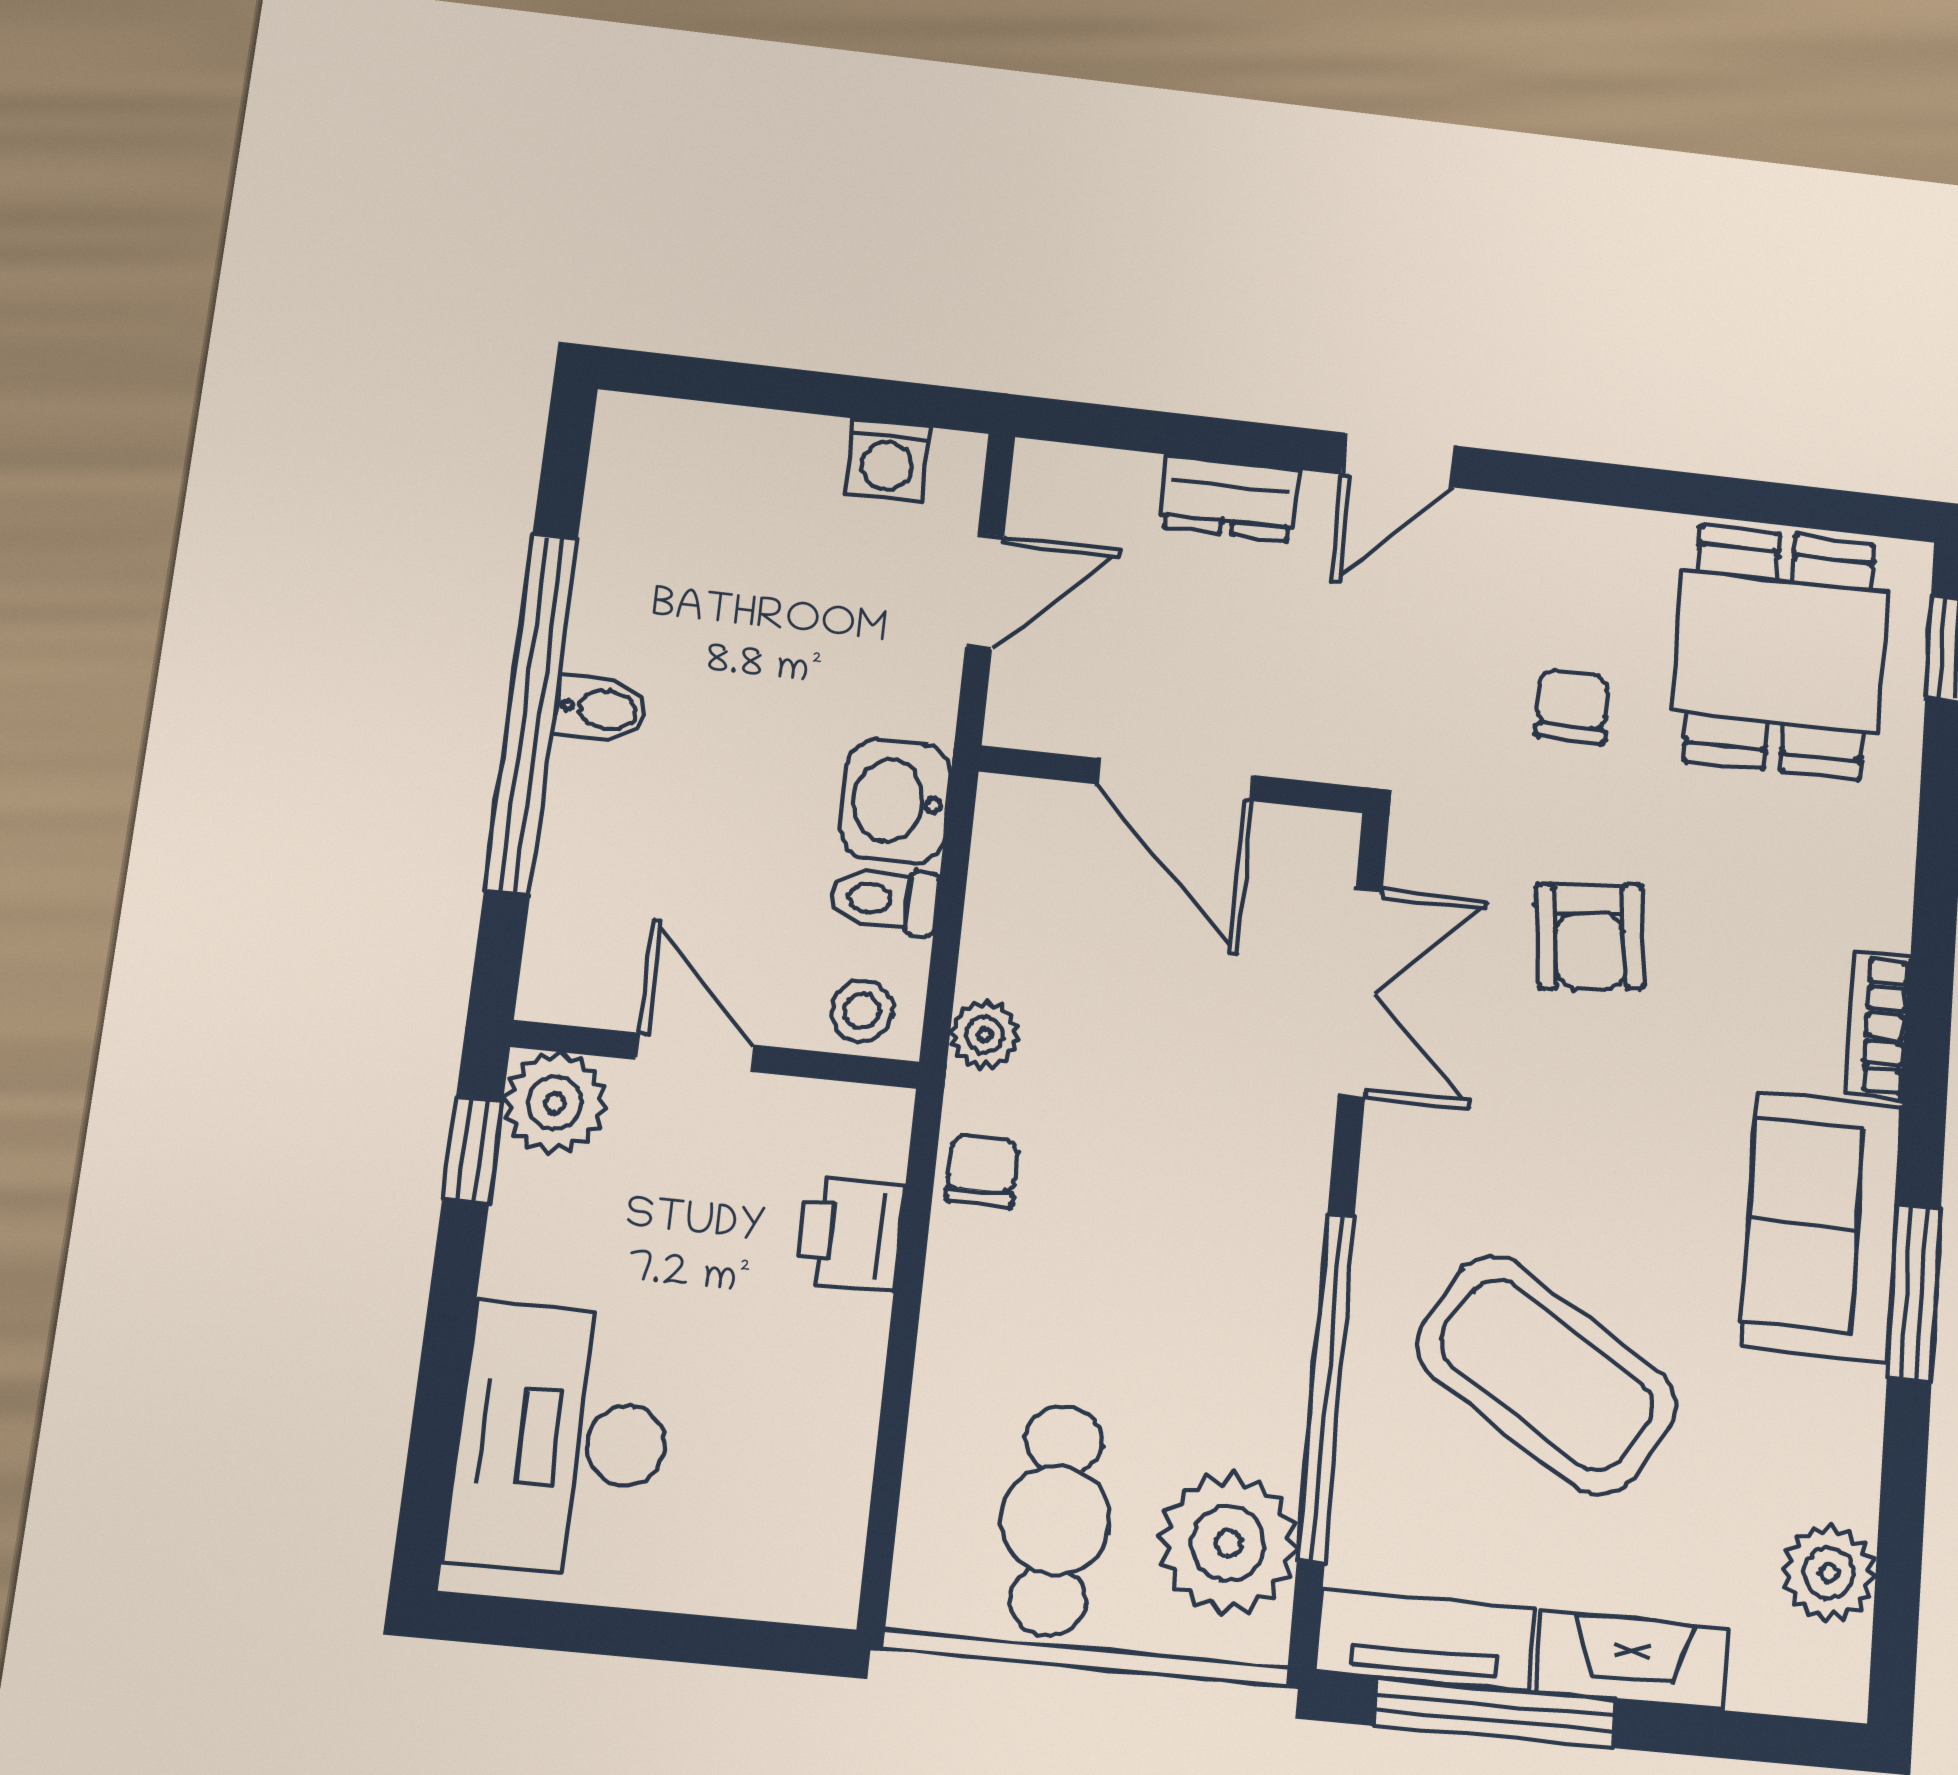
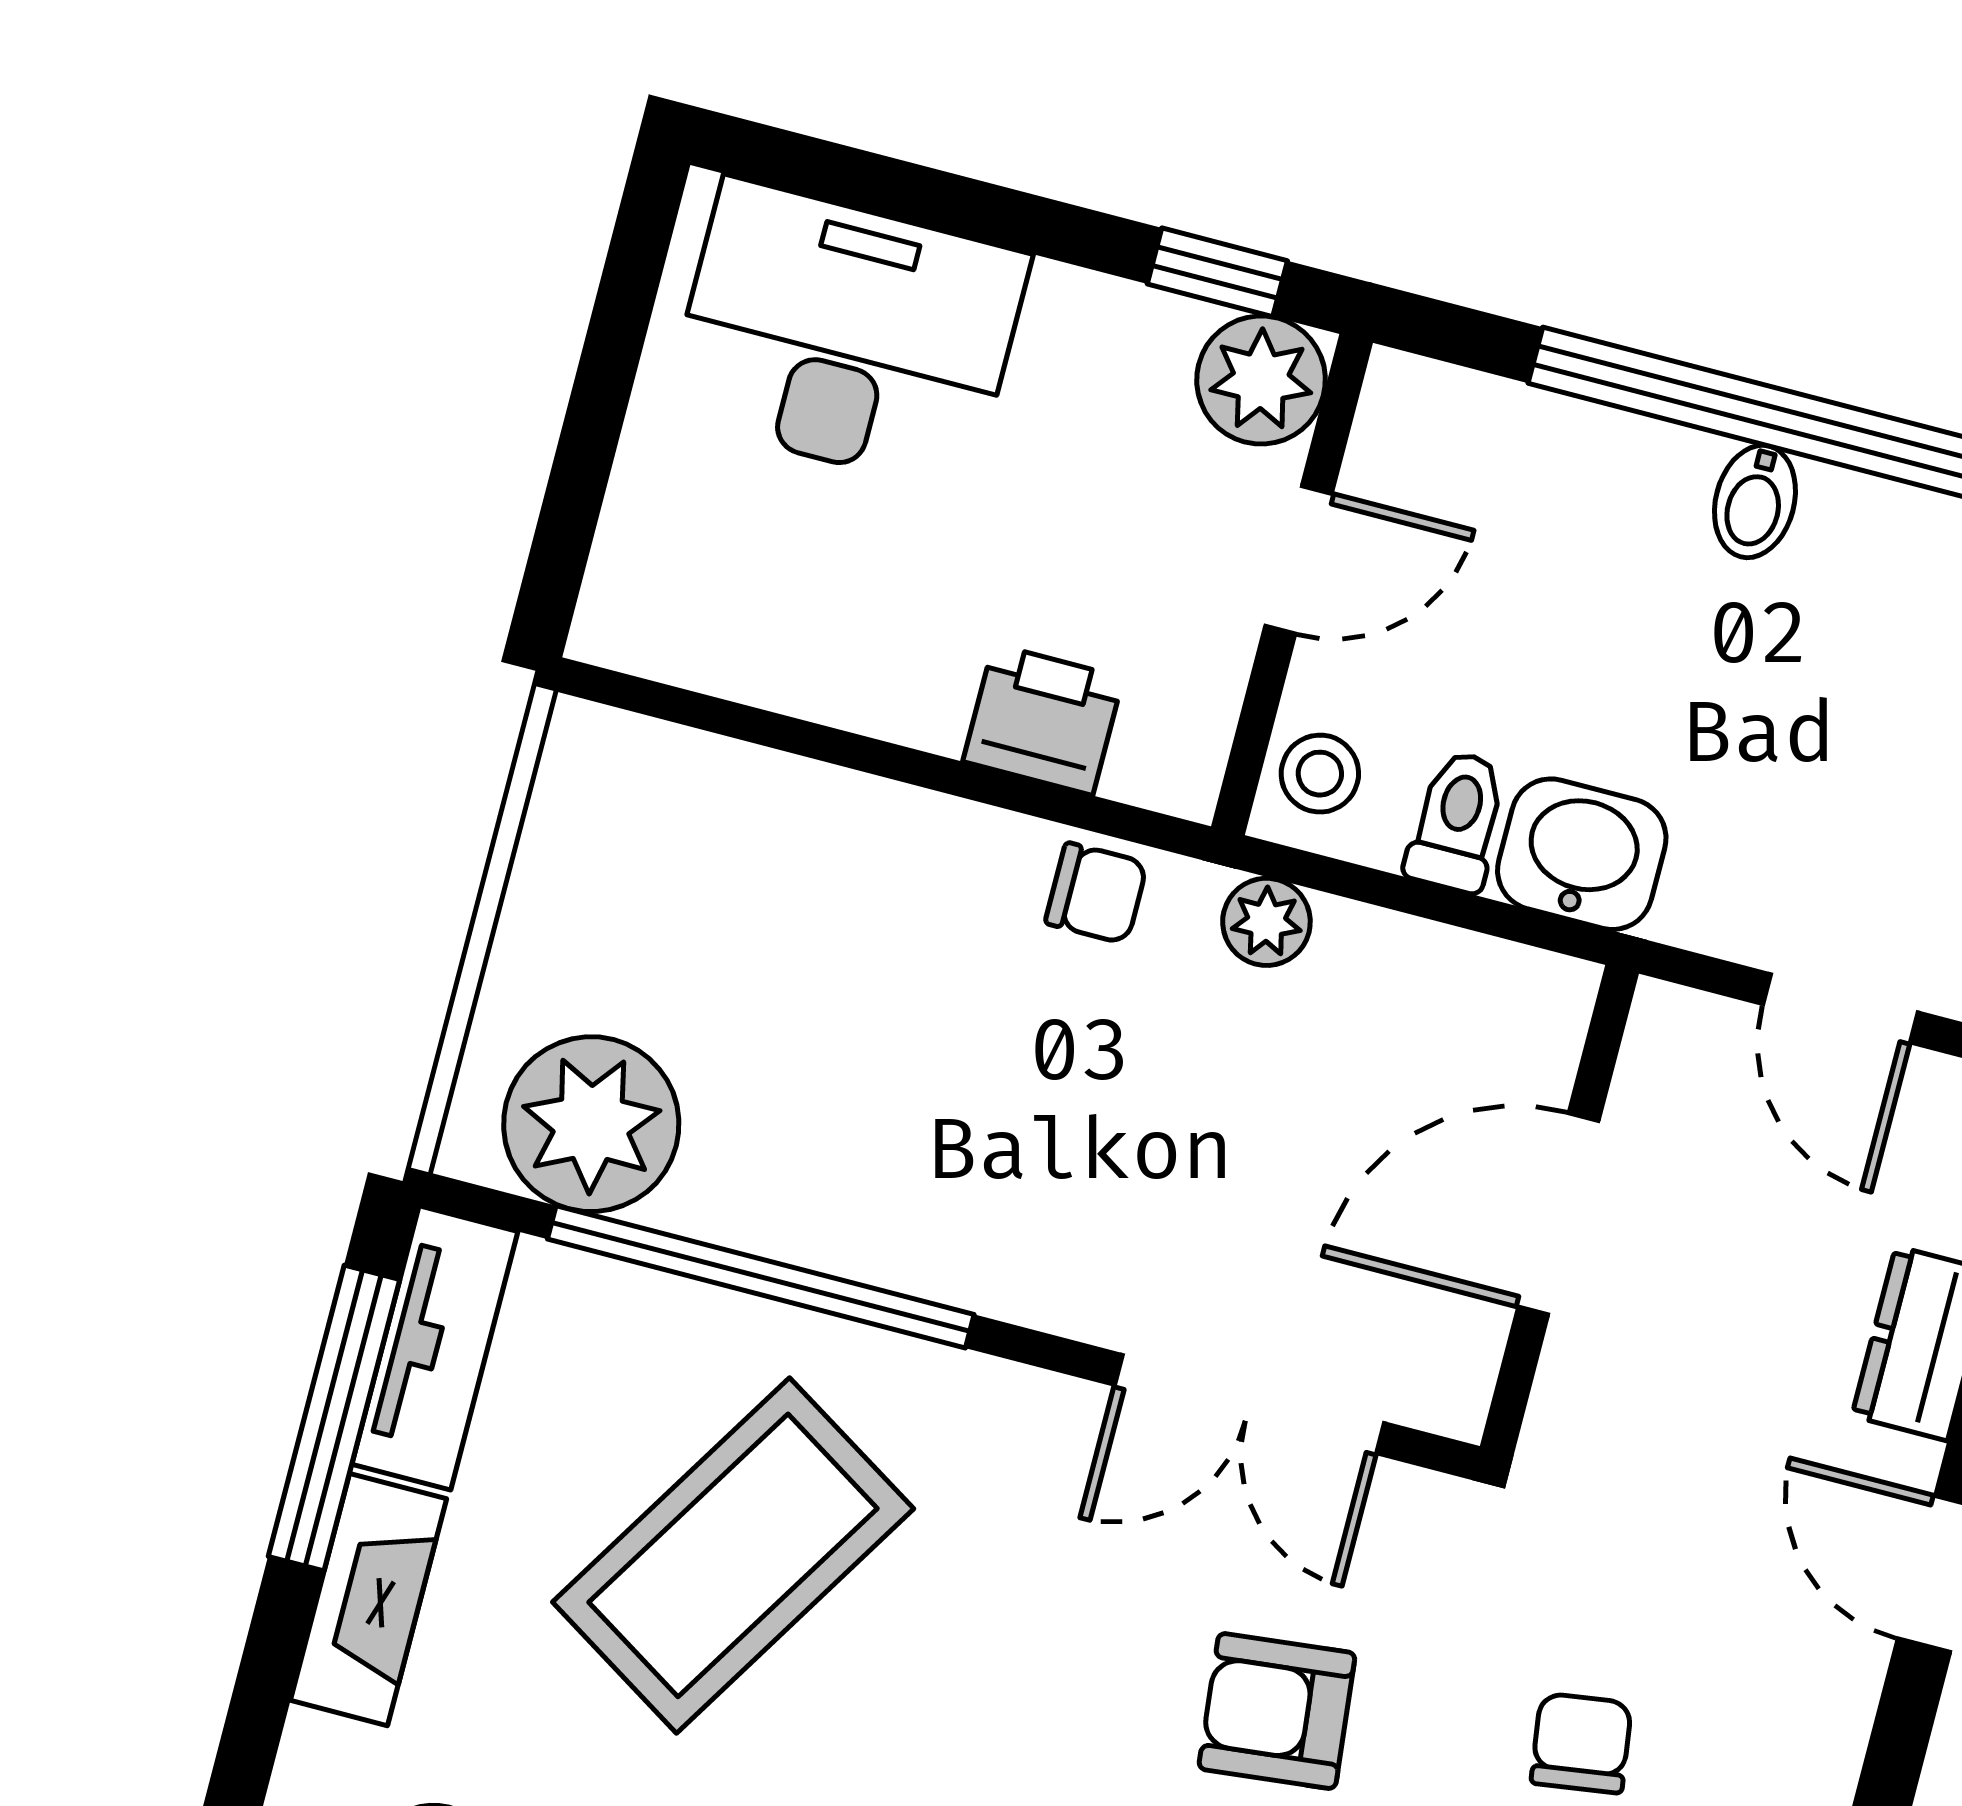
chair: (1572, 706) -> (1581, 1743), turned -98
cafe table: (1056, 1520) -> (654, 918), removed

